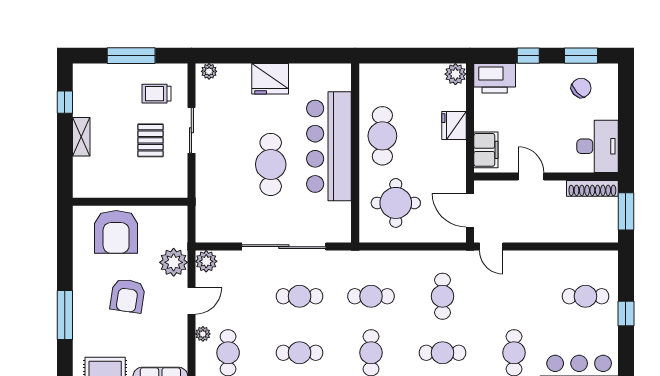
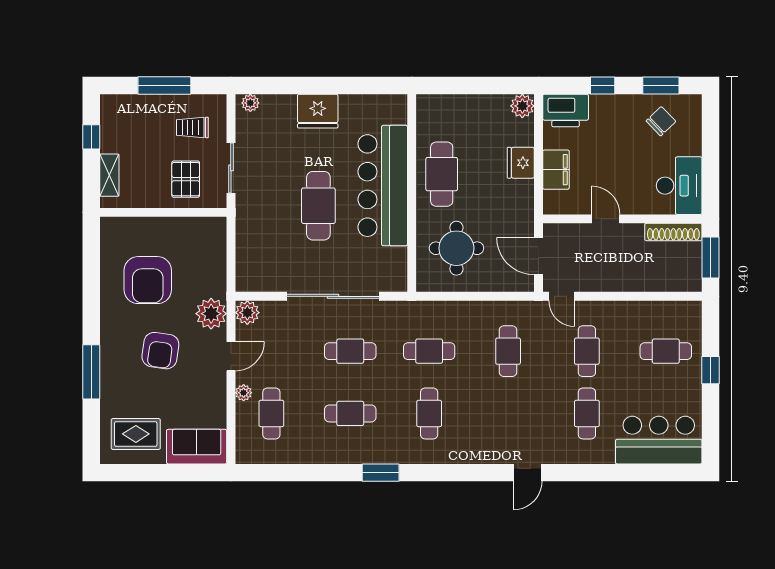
filing cabinet: (486, 150) -> (556, 170), moved
wall: (130, 202) -> (163, 212), moved
cafe table: (443, 353) -> (587, 351), moved, turned 90

